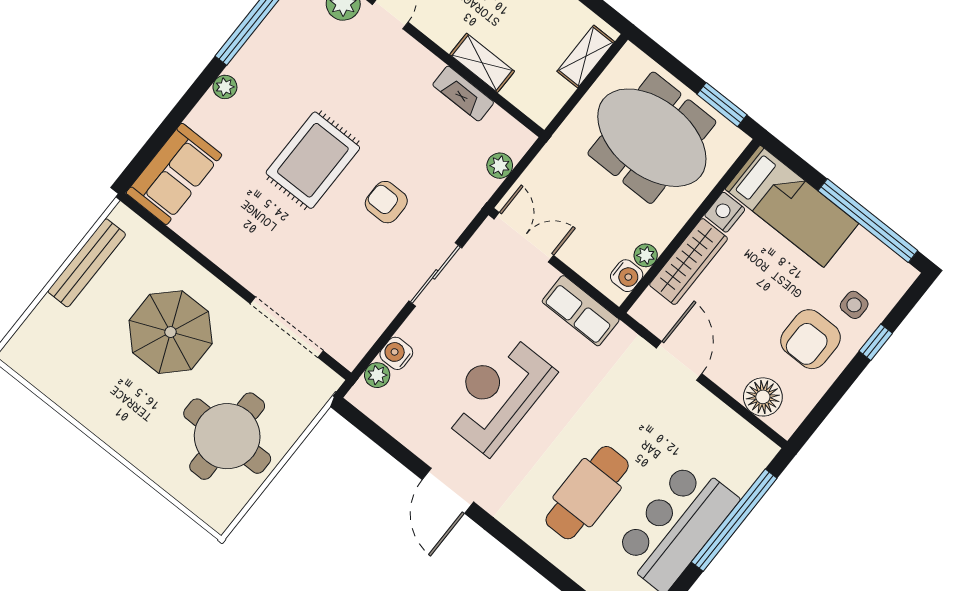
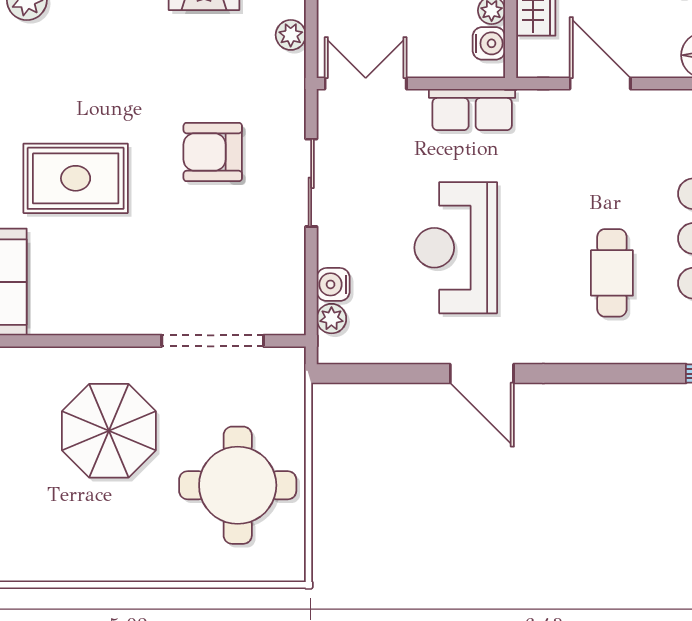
rug: (313, 160) -> (76, 178), moved, turned 90
armchair: (386, 202) -> (213, 152), width x1.38, depth x1.38
cafe table: (587, 493) -> (612, 273), width x0.73, depth x0.74

